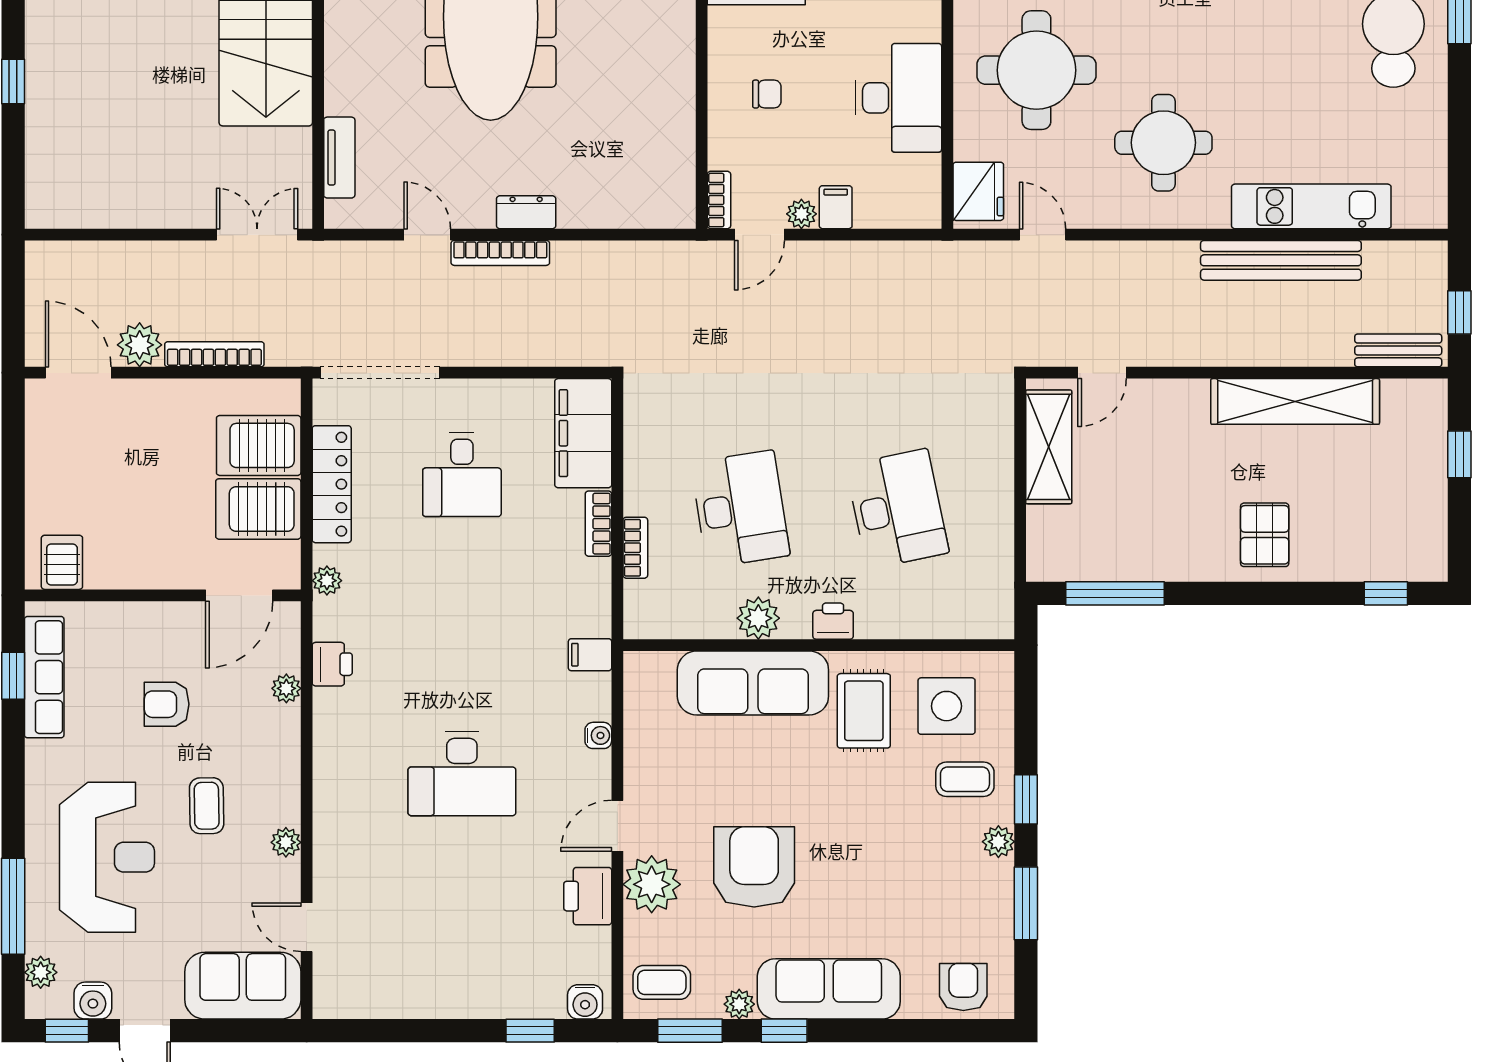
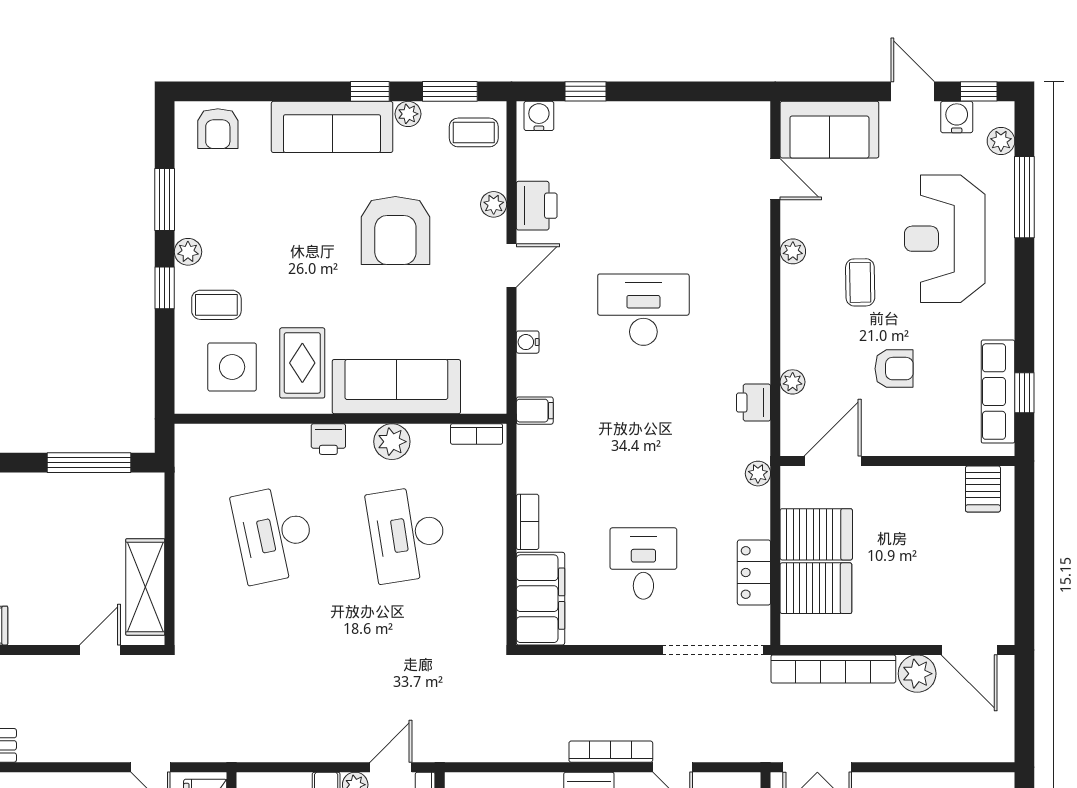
bookcase: (214, 354) -> (833, 669), width x1.48, depth x1.31
locker: (332, 484) -> (754, 572), width x0.66
bookcase: (635, 548) -> (477, 434), moved, turned -90
plant: (652, 884) -> (494, 204), width x0.53, depth x0.53

